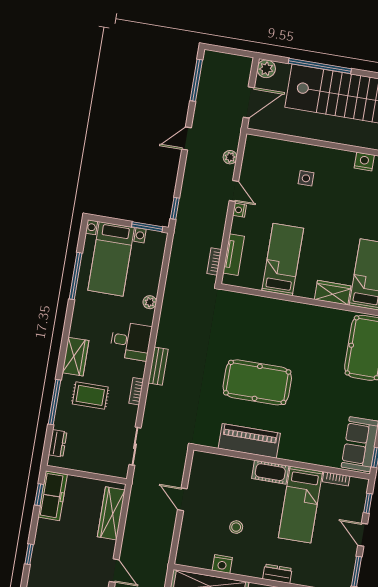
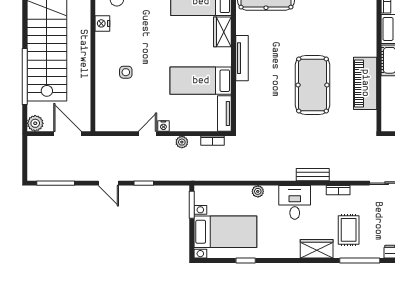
plant: (230, 157) -> (182, 142), moved
window: (175, 208) -> (144, 183), moved
tv unit: (234, 255) -> (224, 114), moved, turned -90
window: (76, 276) -> (246, 260), width x0.46
tv unit: (300, 309) -> (242, 58), added

